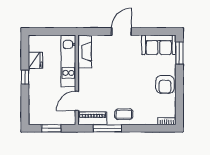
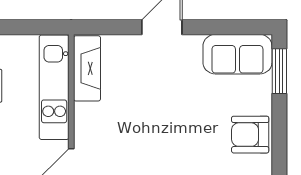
armchair: (165, 84) -> (250, 135), turned 90

